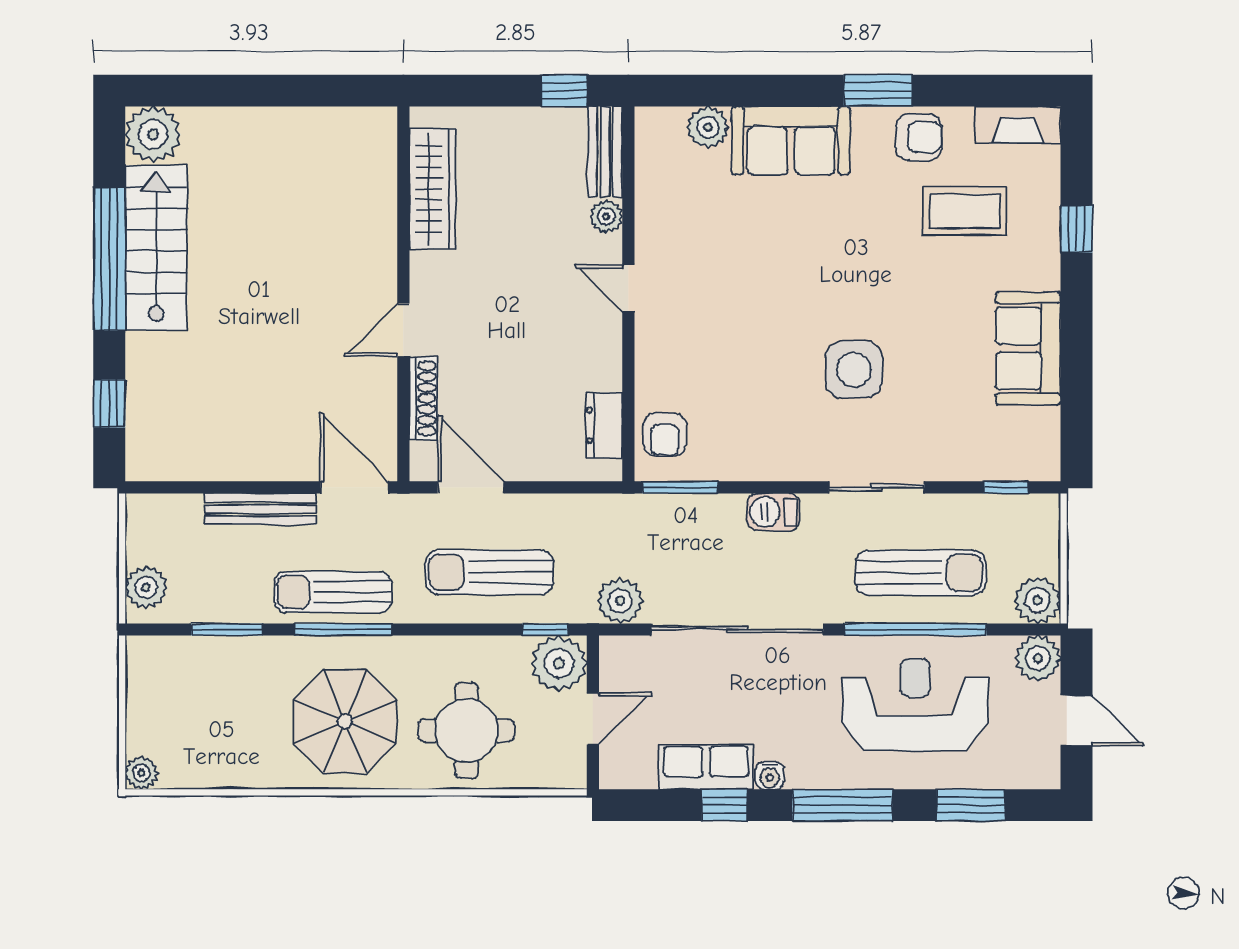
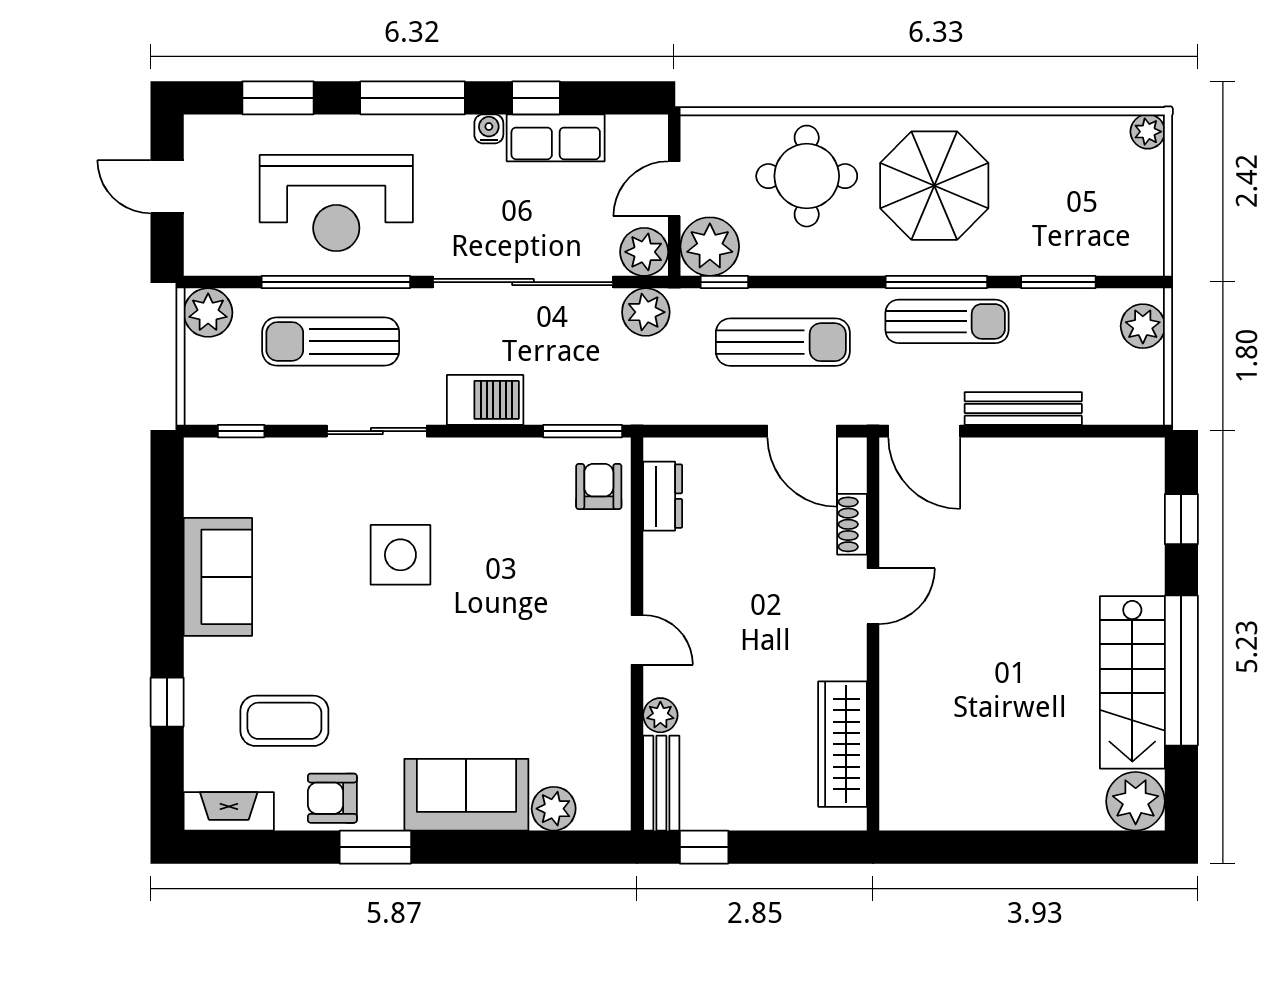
shoe rack: (423, 398) -> (852, 524), width x0.70
barbecue: (773, 512) -> (485, 400), width x1.38, depth x1.27
plant: (1038, 658) -> (644, 252), moved

